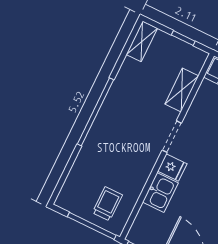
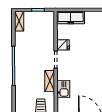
shelving: (182, 90) -> (50, 81), moved
fridge: (172, 167) -> (63, 45), moved

